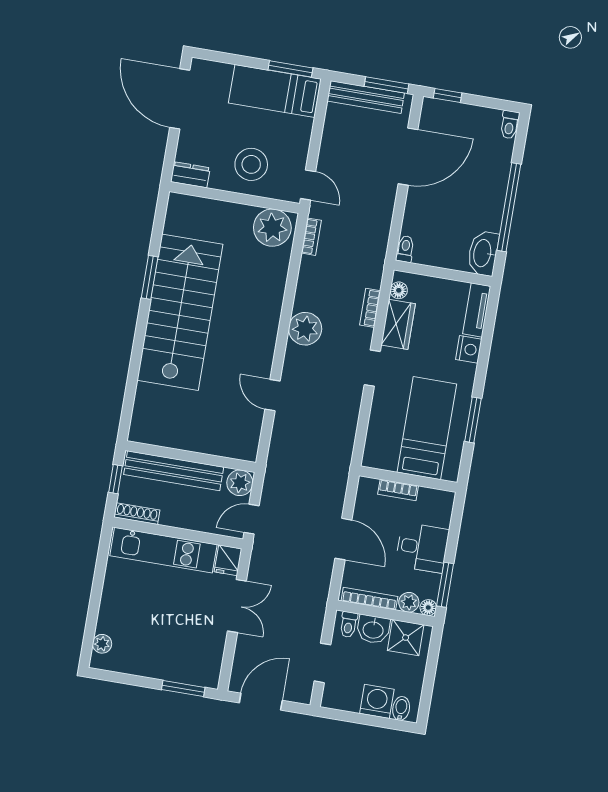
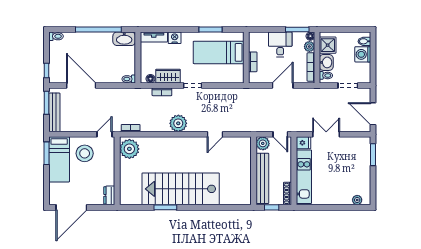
stool: (251, 164) -> (85, 153), moved

